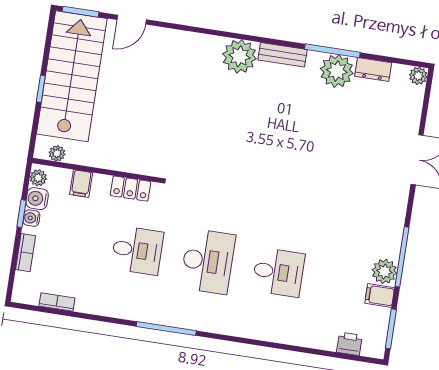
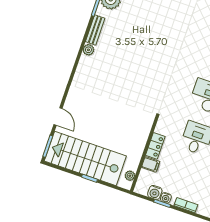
plant: (239, 56) -> (88, 50), width x0.53, depth x0.53
plant: (38, 178) -> (143, 189), removed
locker: (131, 189) -> (155, 146), moved

